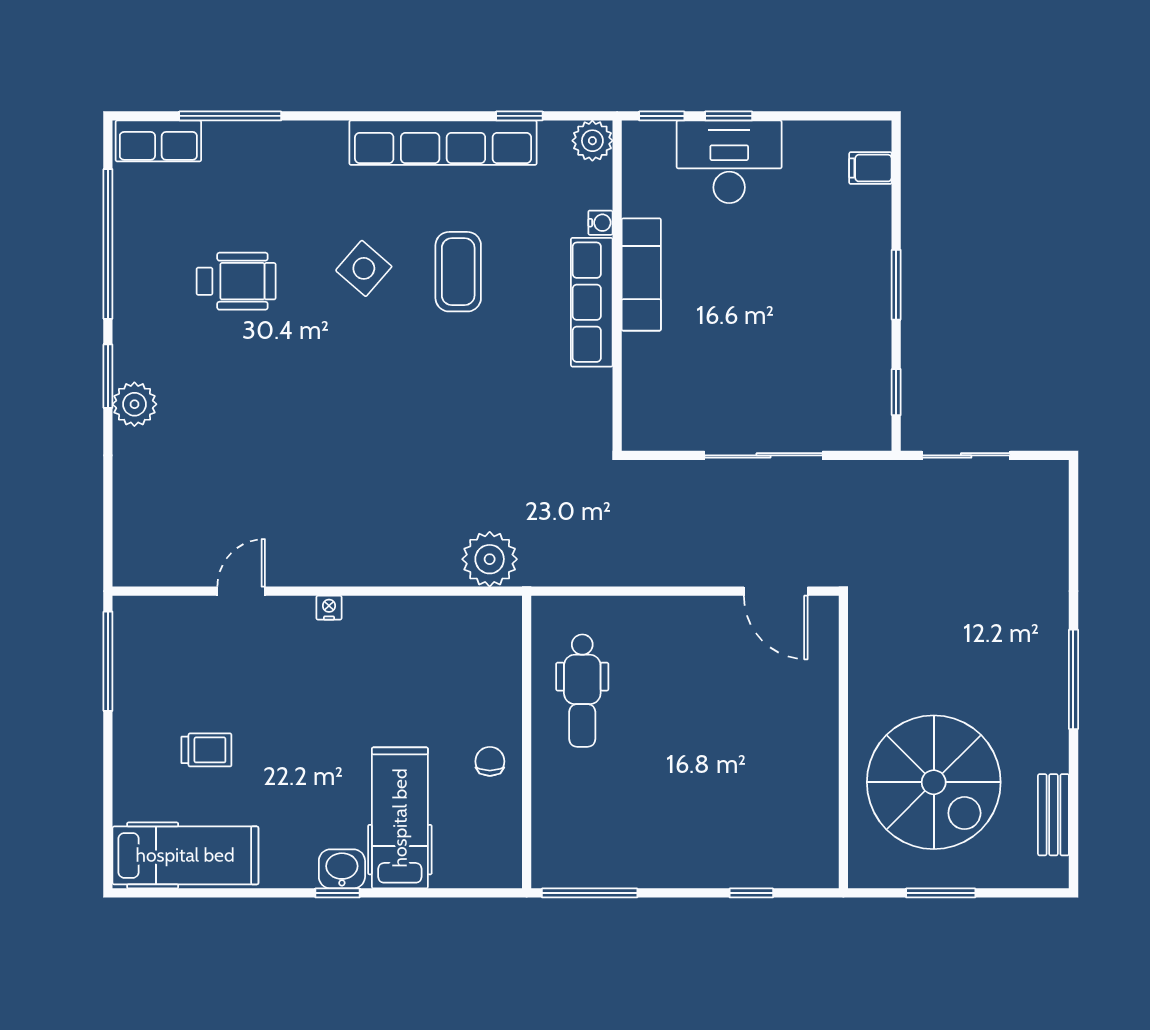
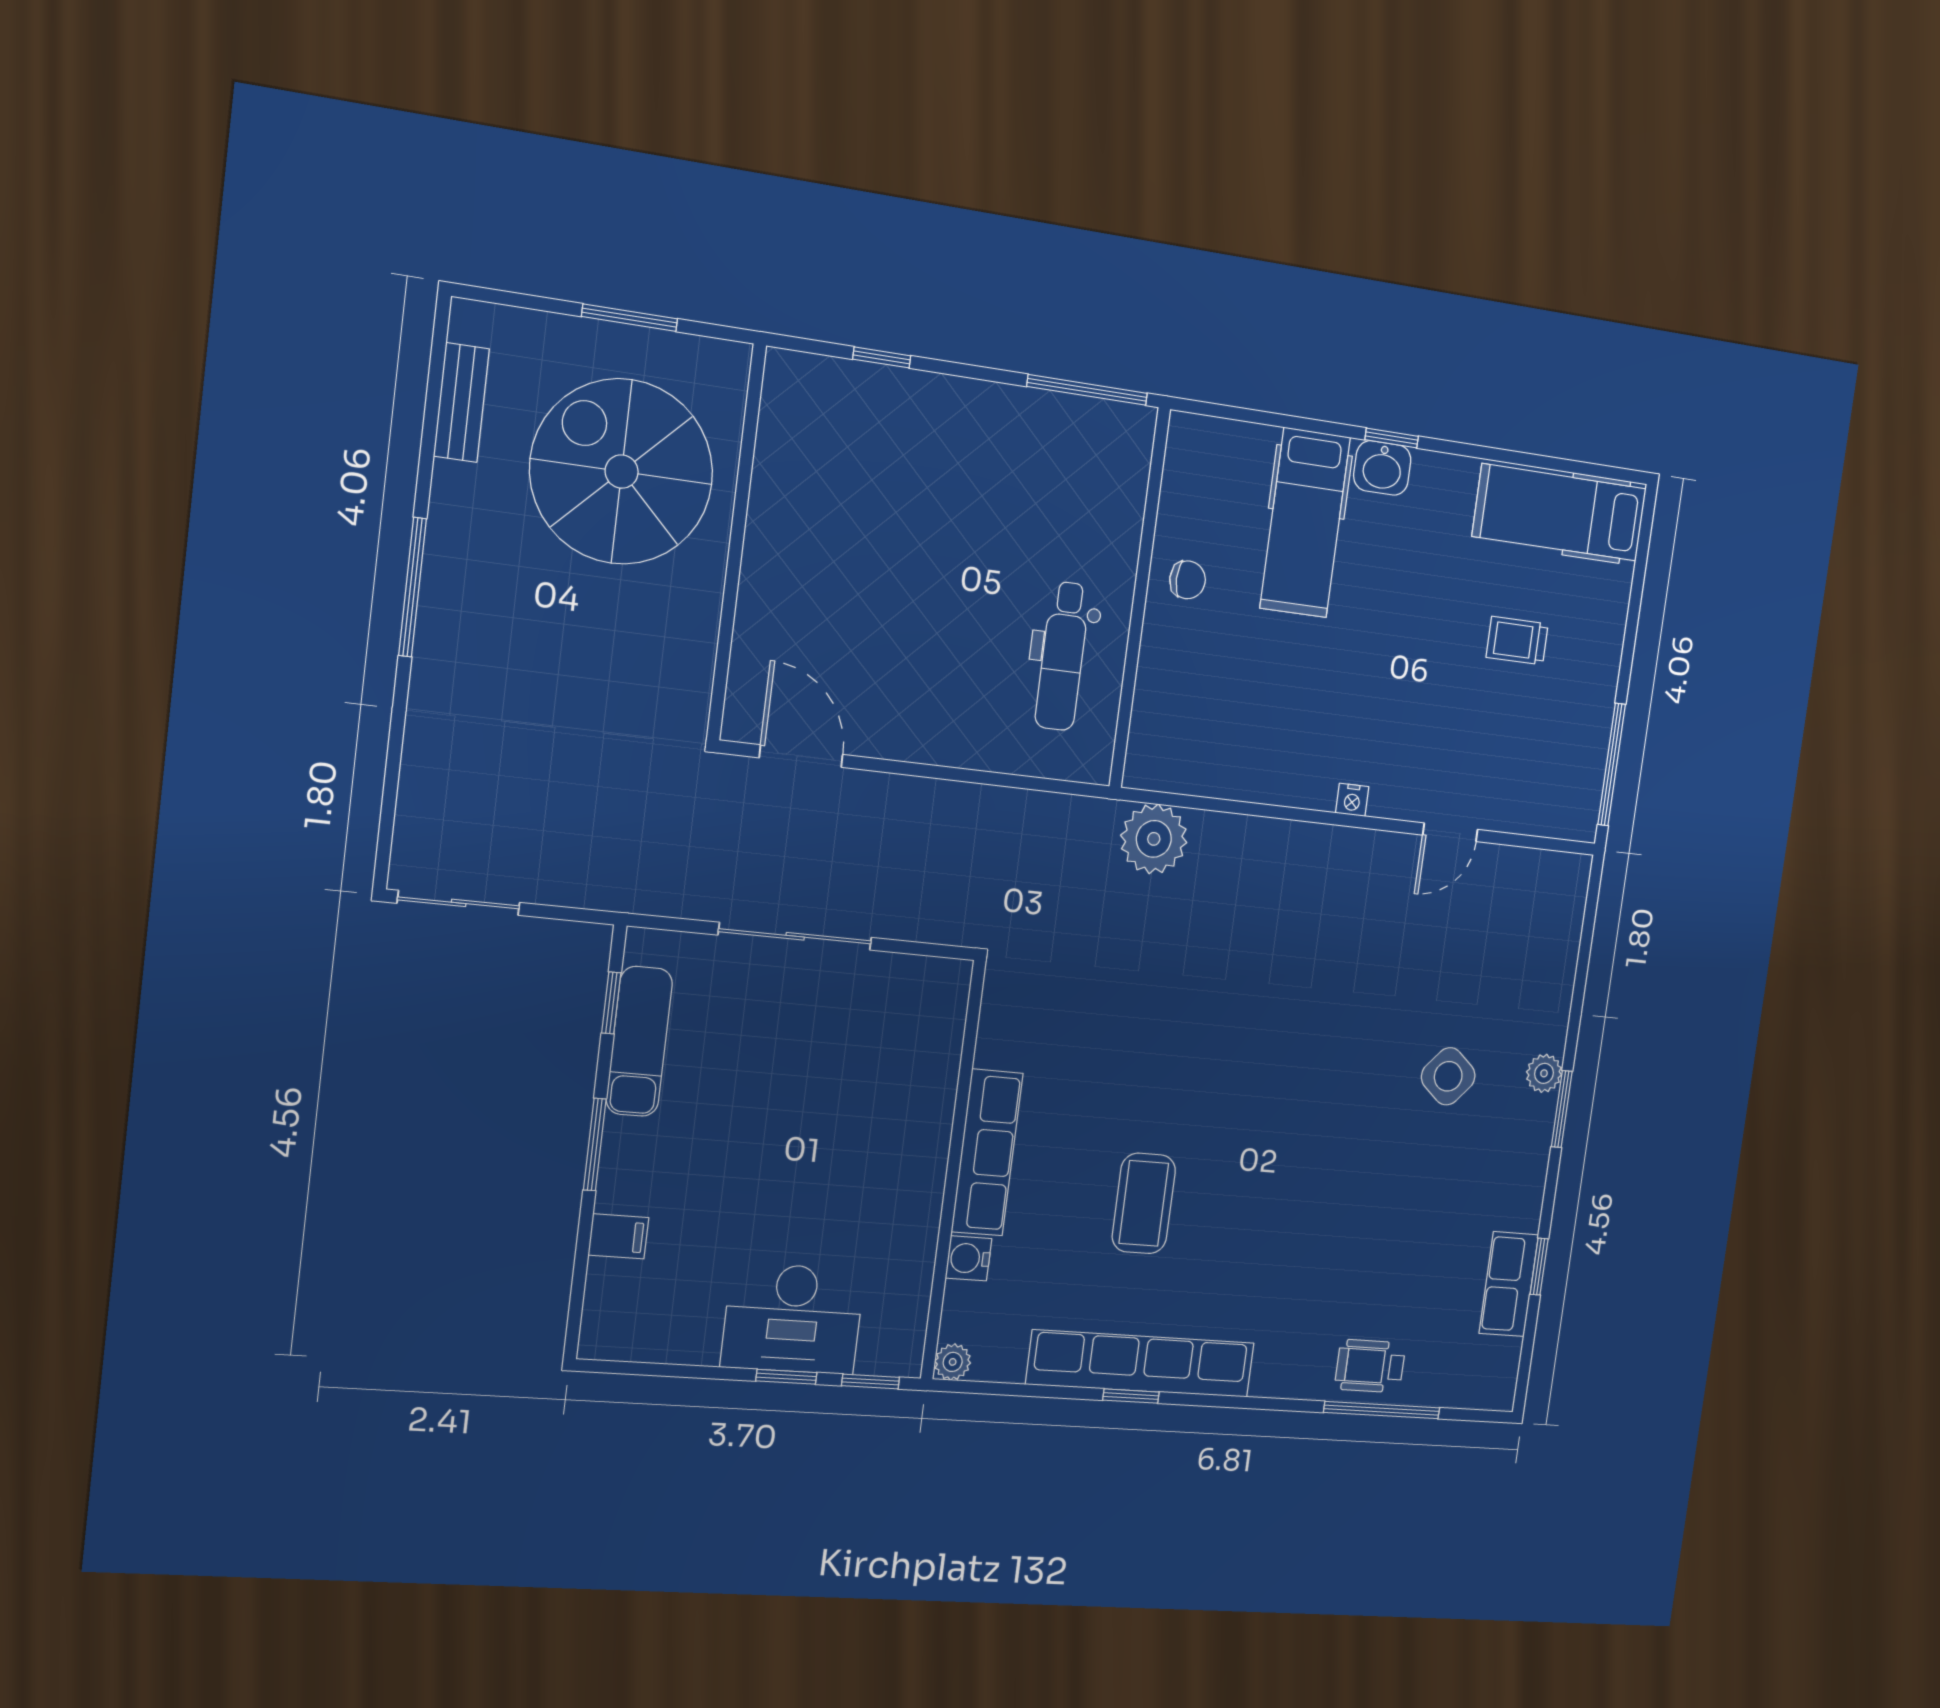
window: (519, 116) -> (1131, 1396), moved
row of seats: (158, 141) -> (1509, 1284), moved, turned -90
plant: (592, 141) -> (953, 1362), width x0.73, depth x0.73
filing cabinet: (870, 168) -> (618, 1236), moved
water cooler: (600, 223) -> (969, 1258), width x1.38, depth x1.38
window: (108, 244) -> (1539, 1267), width x0.32
side table: (364, 268) -> (1448, 1076), moved
exam couch: (641, 275) -> (639, 1041), moved, turned 180
wheelchair: (236, 281) -> (1370, 1366), moved, width x0.73, depth x0.73
plant: (134, 404) -> (1544, 1073), width x0.73, depth x0.73
sliding door: (966, 455) -> (459, 903), moved
dental chair: (582, 691) -> (1062, 656), turned 180
chair: (490, 761) -> (1188, 580), turned -90

